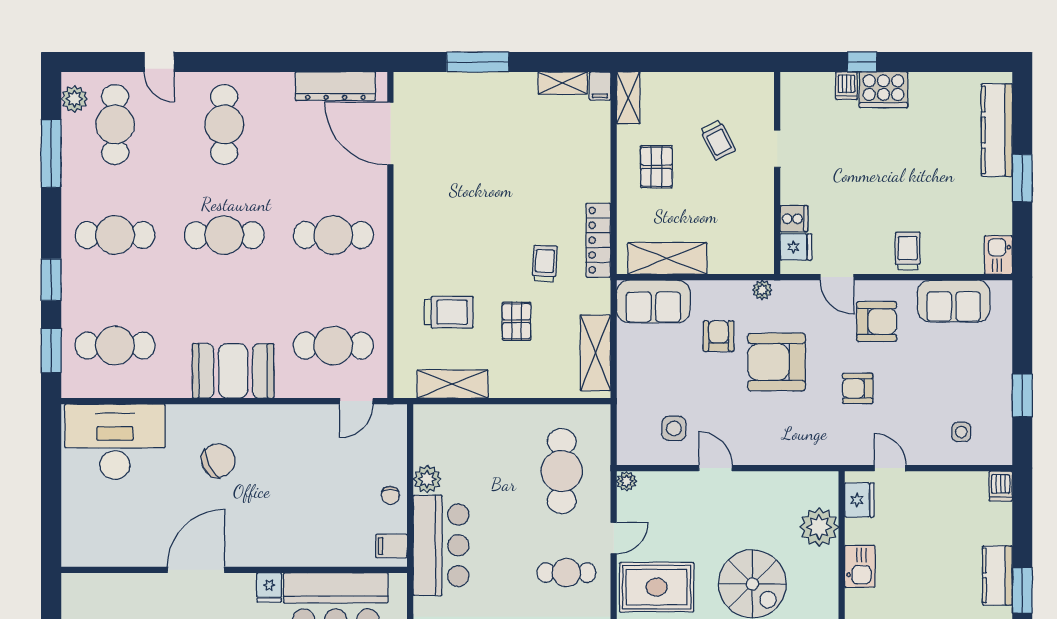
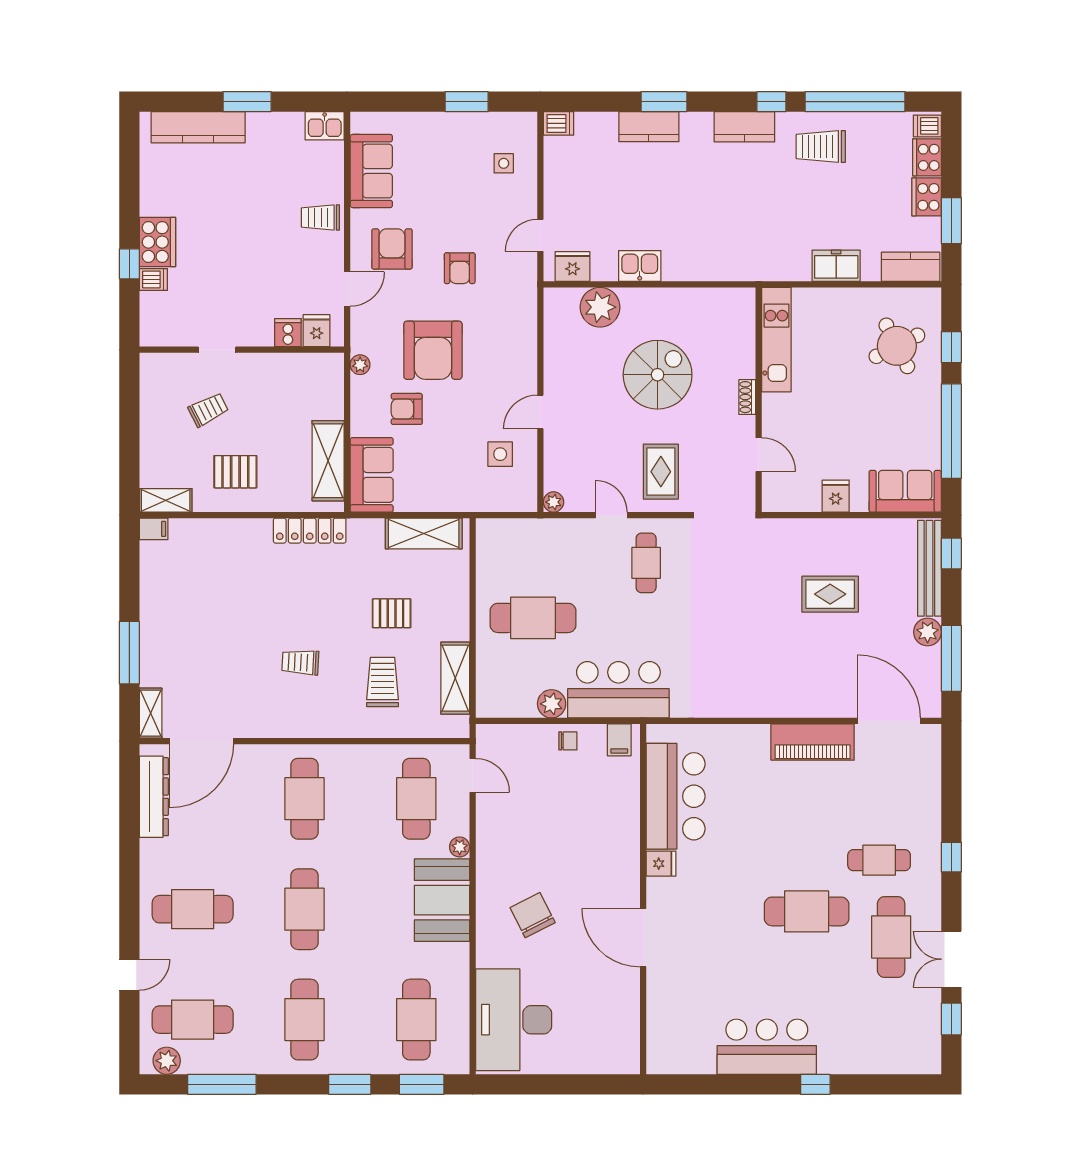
shelving: (563, 83) -> (151, 713), moved
trolley: (545, 263) -> (300, 662), moved
plant: (286, 388) -> (460, 847), added
cafe table: (562, 471) -> (533, 618), moved
rug: (657, 587) -> (661, 472), width x0.73, depth x0.70

